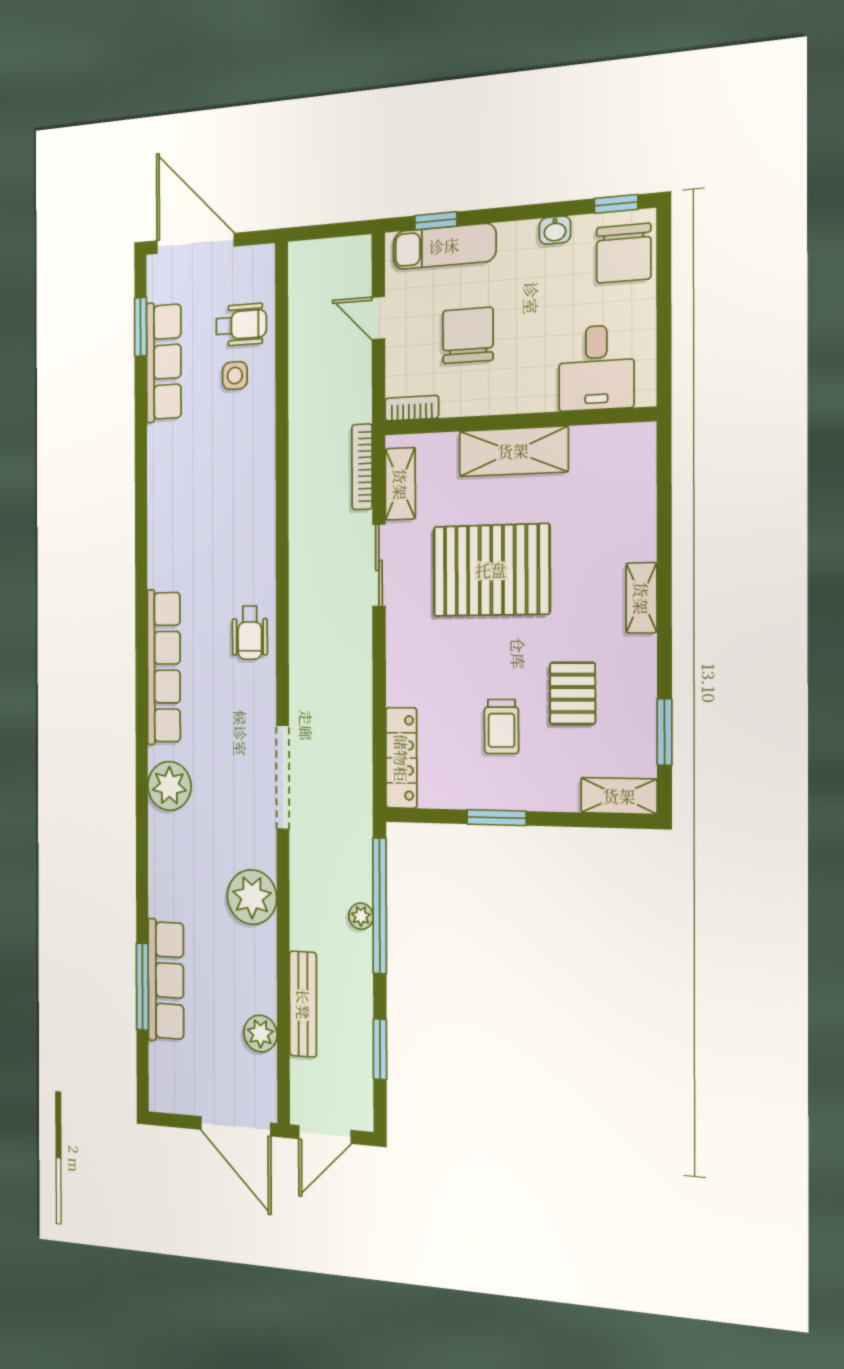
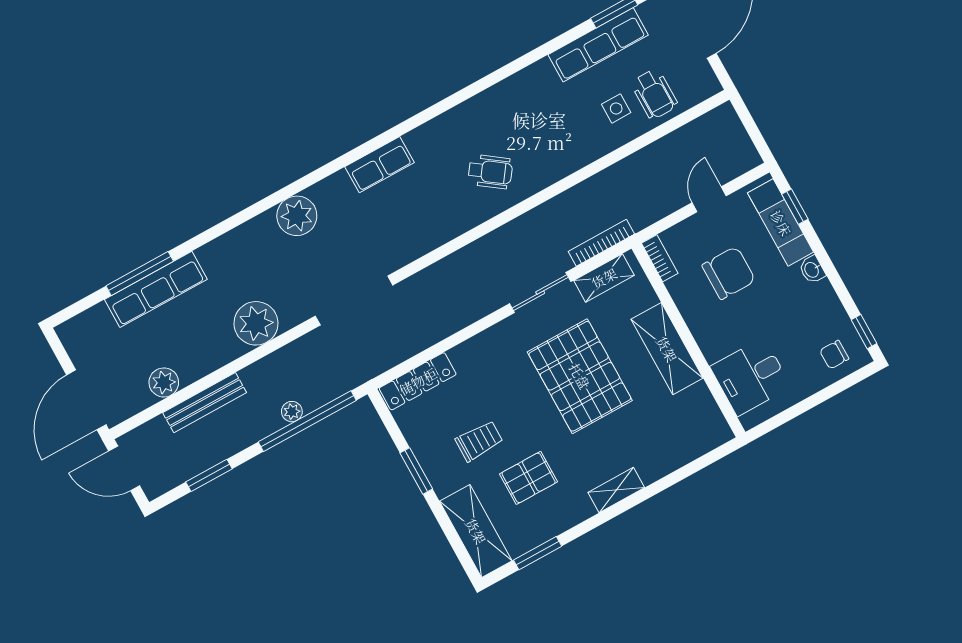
washbasin: (555, 230) -> (812, 270), moved
chair: (624, 253) -> (834, 355), width x0.54, depth x0.54
wheelchair: (250, 633) -> (490, 172), moved, turned -144
row of seats: (164, 667) -> (380, 165), width x0.50
trolley: (501, 727) -> (479, 441), turned 180
shelving: (619, 796) -> (476, 531), width x1.50, depth x1.33

